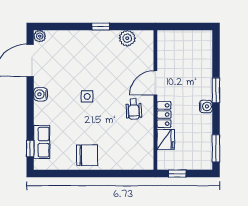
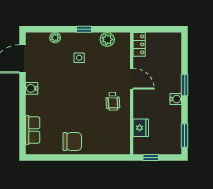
plant: (40, 36) -> (55, 38), moved
door: (155, 83) -> (132, 79), swing flipped
side table: (87, 96) -> (79, 58), moved
locker: (164, 115) -> (139, 44), moved
window: (30, 149) -> (23, 136), removed

